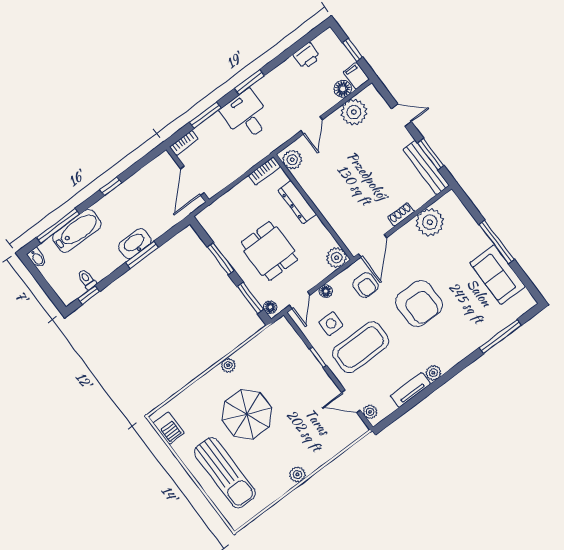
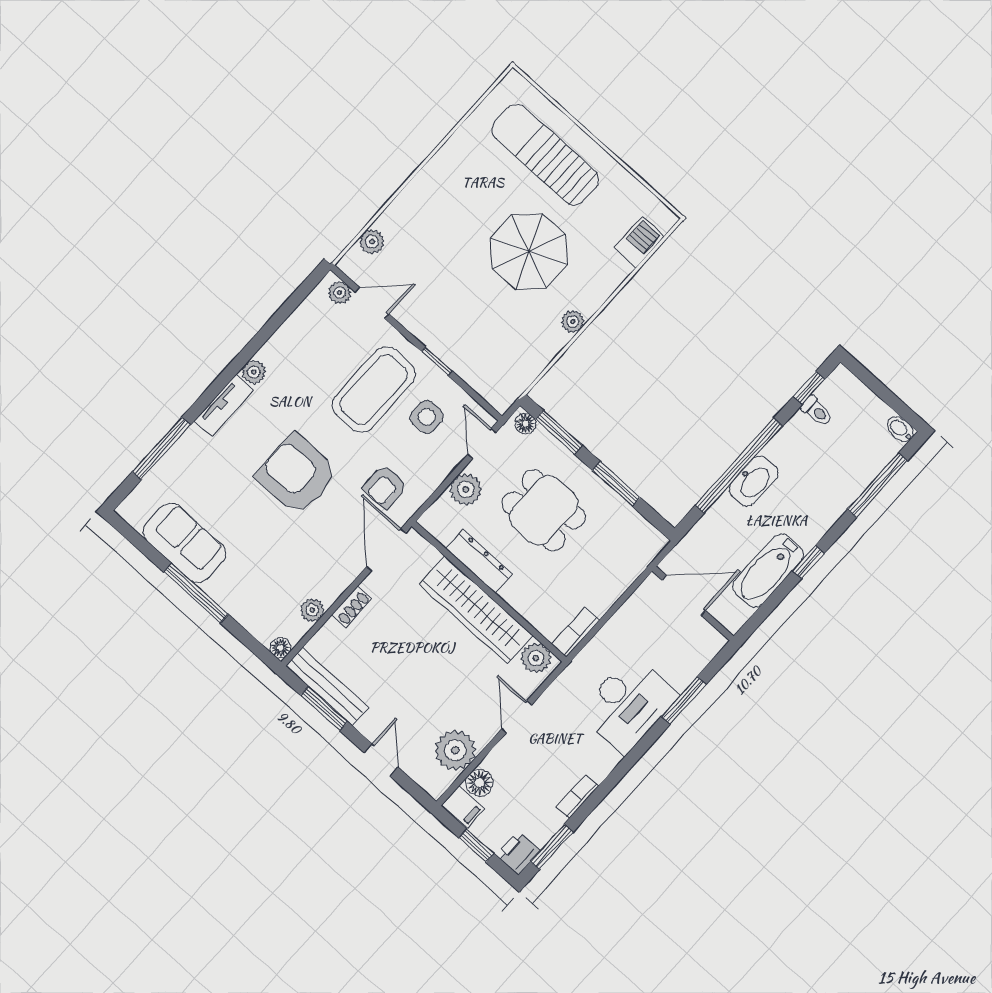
printer: (307, 56) -> (518, 853), moved
window: (249, 82) -> (552, 847), moved
desk: (246, 115) -> (628, 704), width x1.37
door: (401, 115) -> (381, 760), swing flipped
bookcase: (184, 143) -> (578, 796), moved
door: (192, 181) -> (684, 595), hinge flipped
wardrobe: (324, 197) -> (476, 610), added
dresser: (297, 202) -> (479, 561), moved
plant: (430, 222) -> (312, 610), width x0.53, depth x0.53
bathtub: (77, 231) -> (768, 571), moved
window: (142, 255) -> (739, 466), width x2.11
plant: (337, 258) -> (466, 489), moved
armchair: (365, 285) -> (385, 487), turned -90
floor lamp: (326, 291) -> (280, 648), moved
tv unit: (410, 390) -> (224, 406), moved
barbecue: (169, 428) -> (639, 242), moved, turned 90
plant: (297, 474) -> (372, 242), moved

